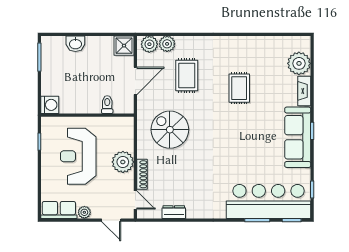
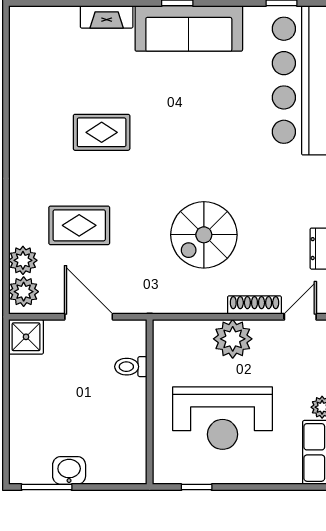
washbasin: (75, 44) -> (69, 470), moved, turned -90
plant: (299, 63) -> (58, 26), removed
washing machine: (50, 105) -> (131, 469), removed
spiral stairs: (170, 130) -> (204, 235), moved

